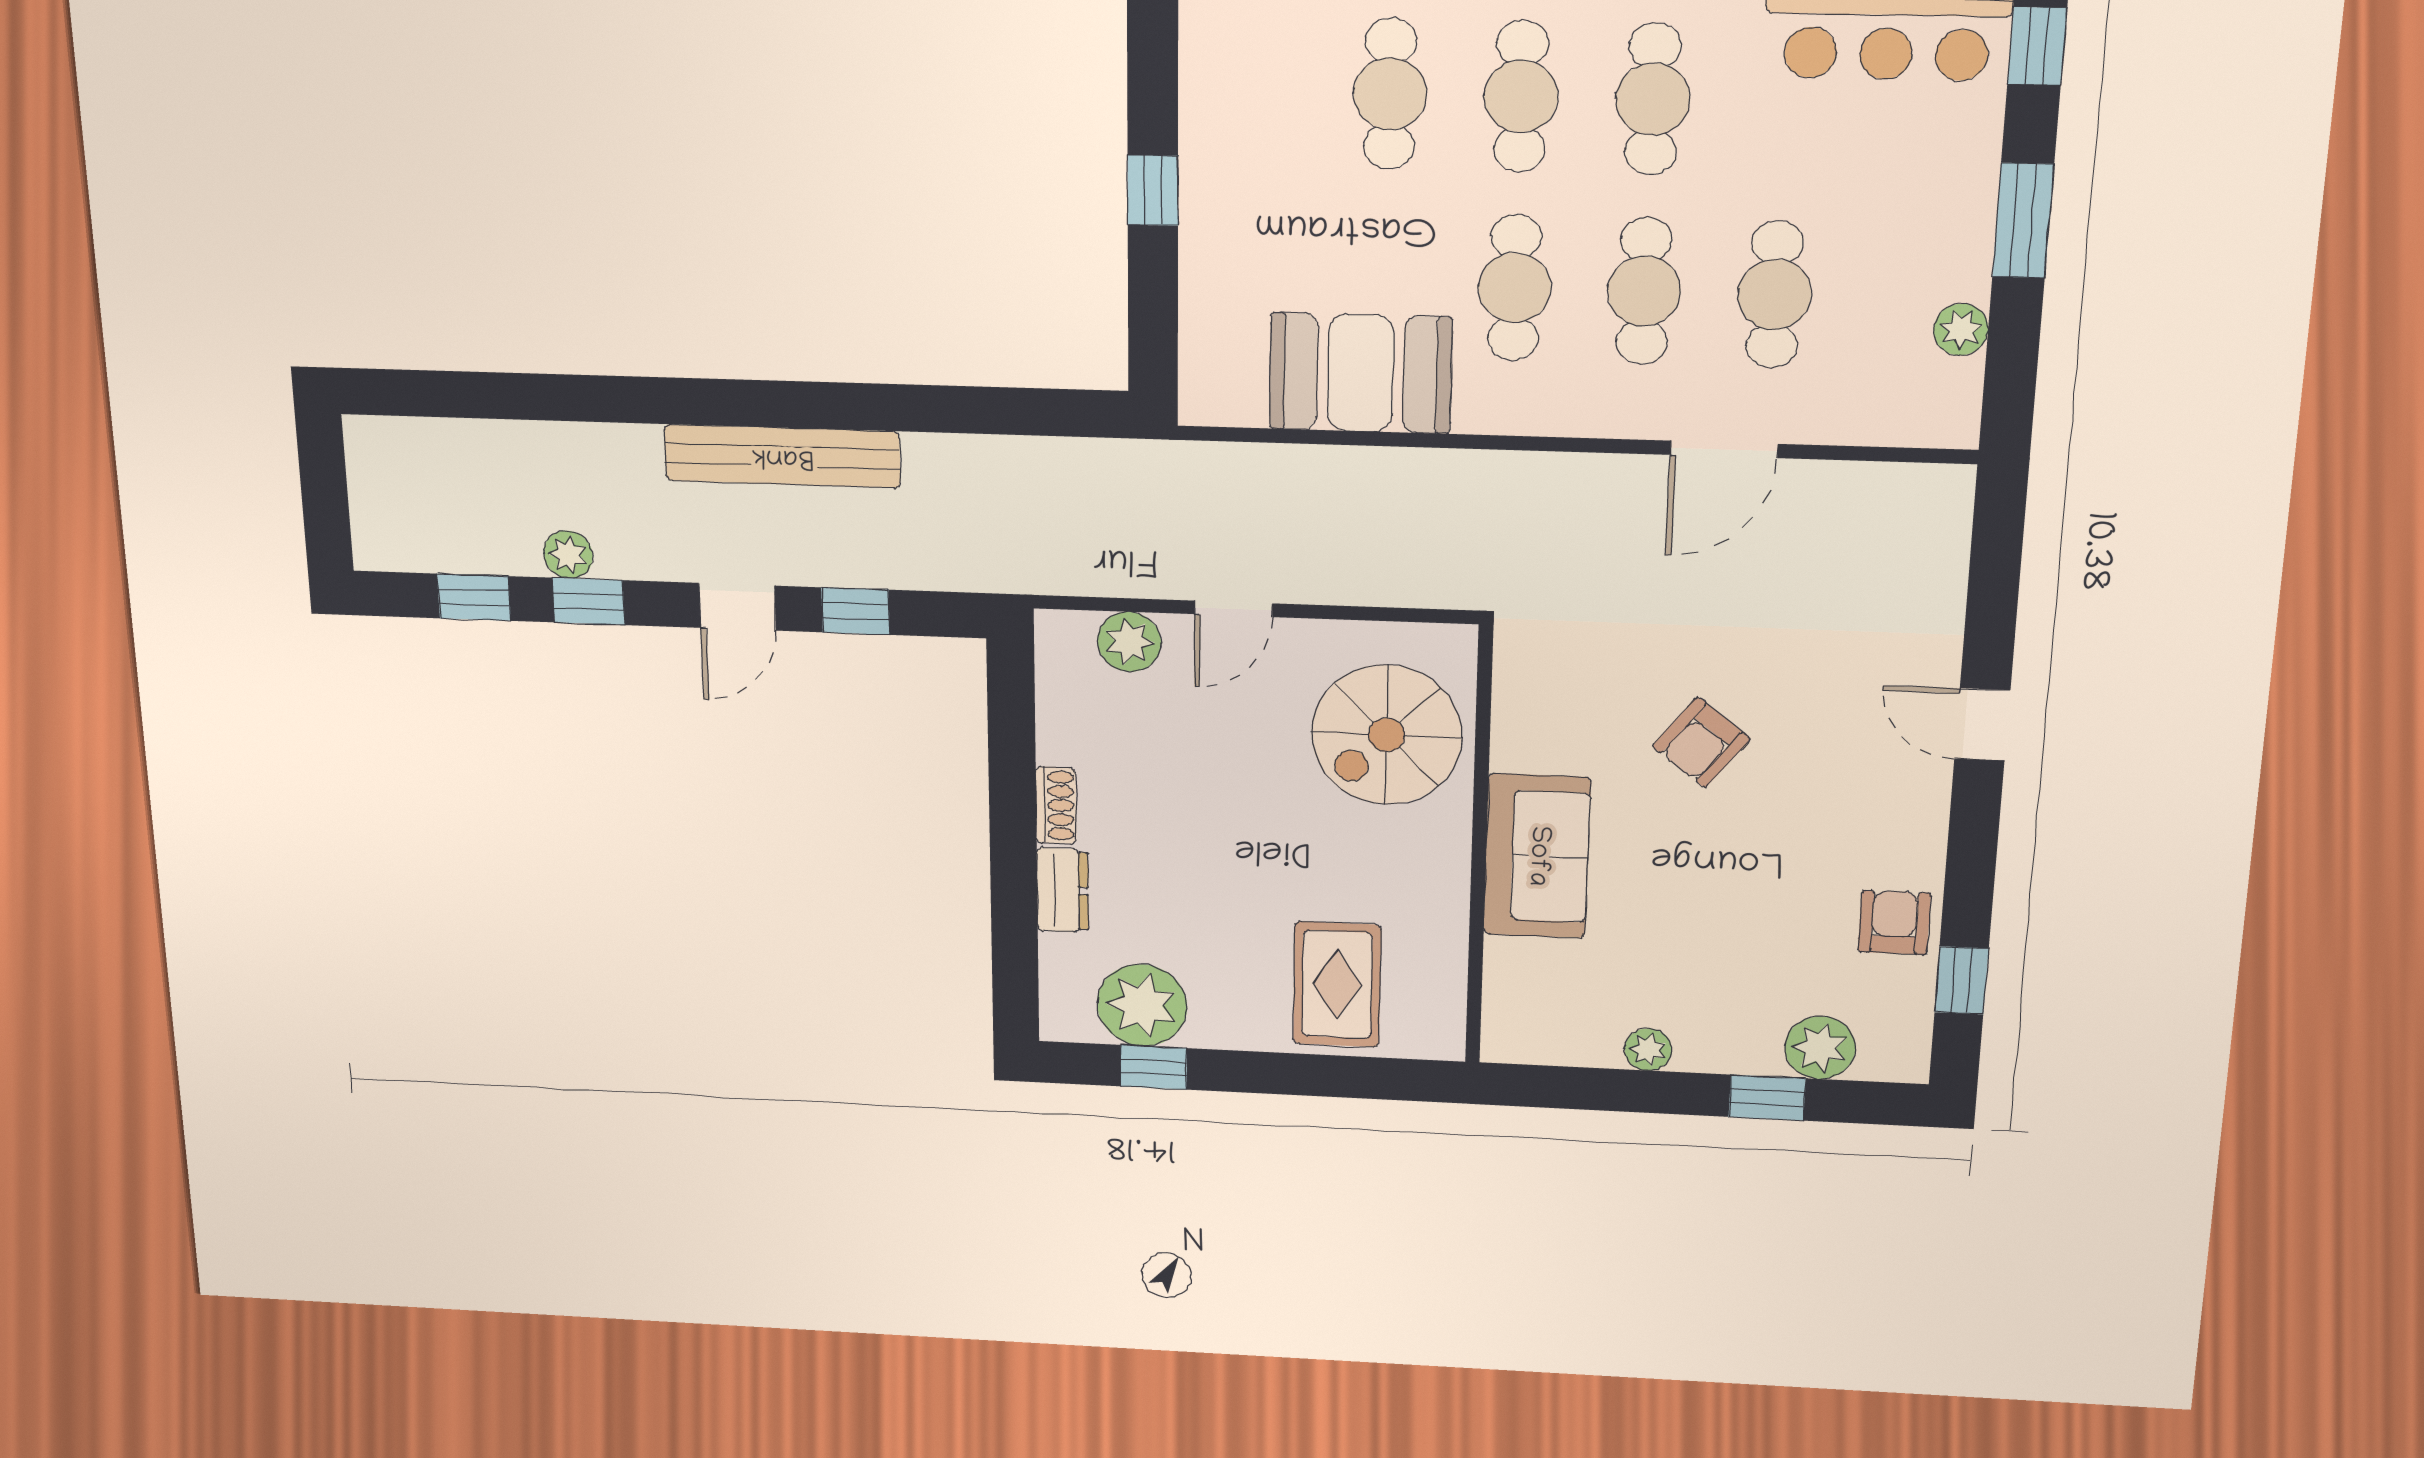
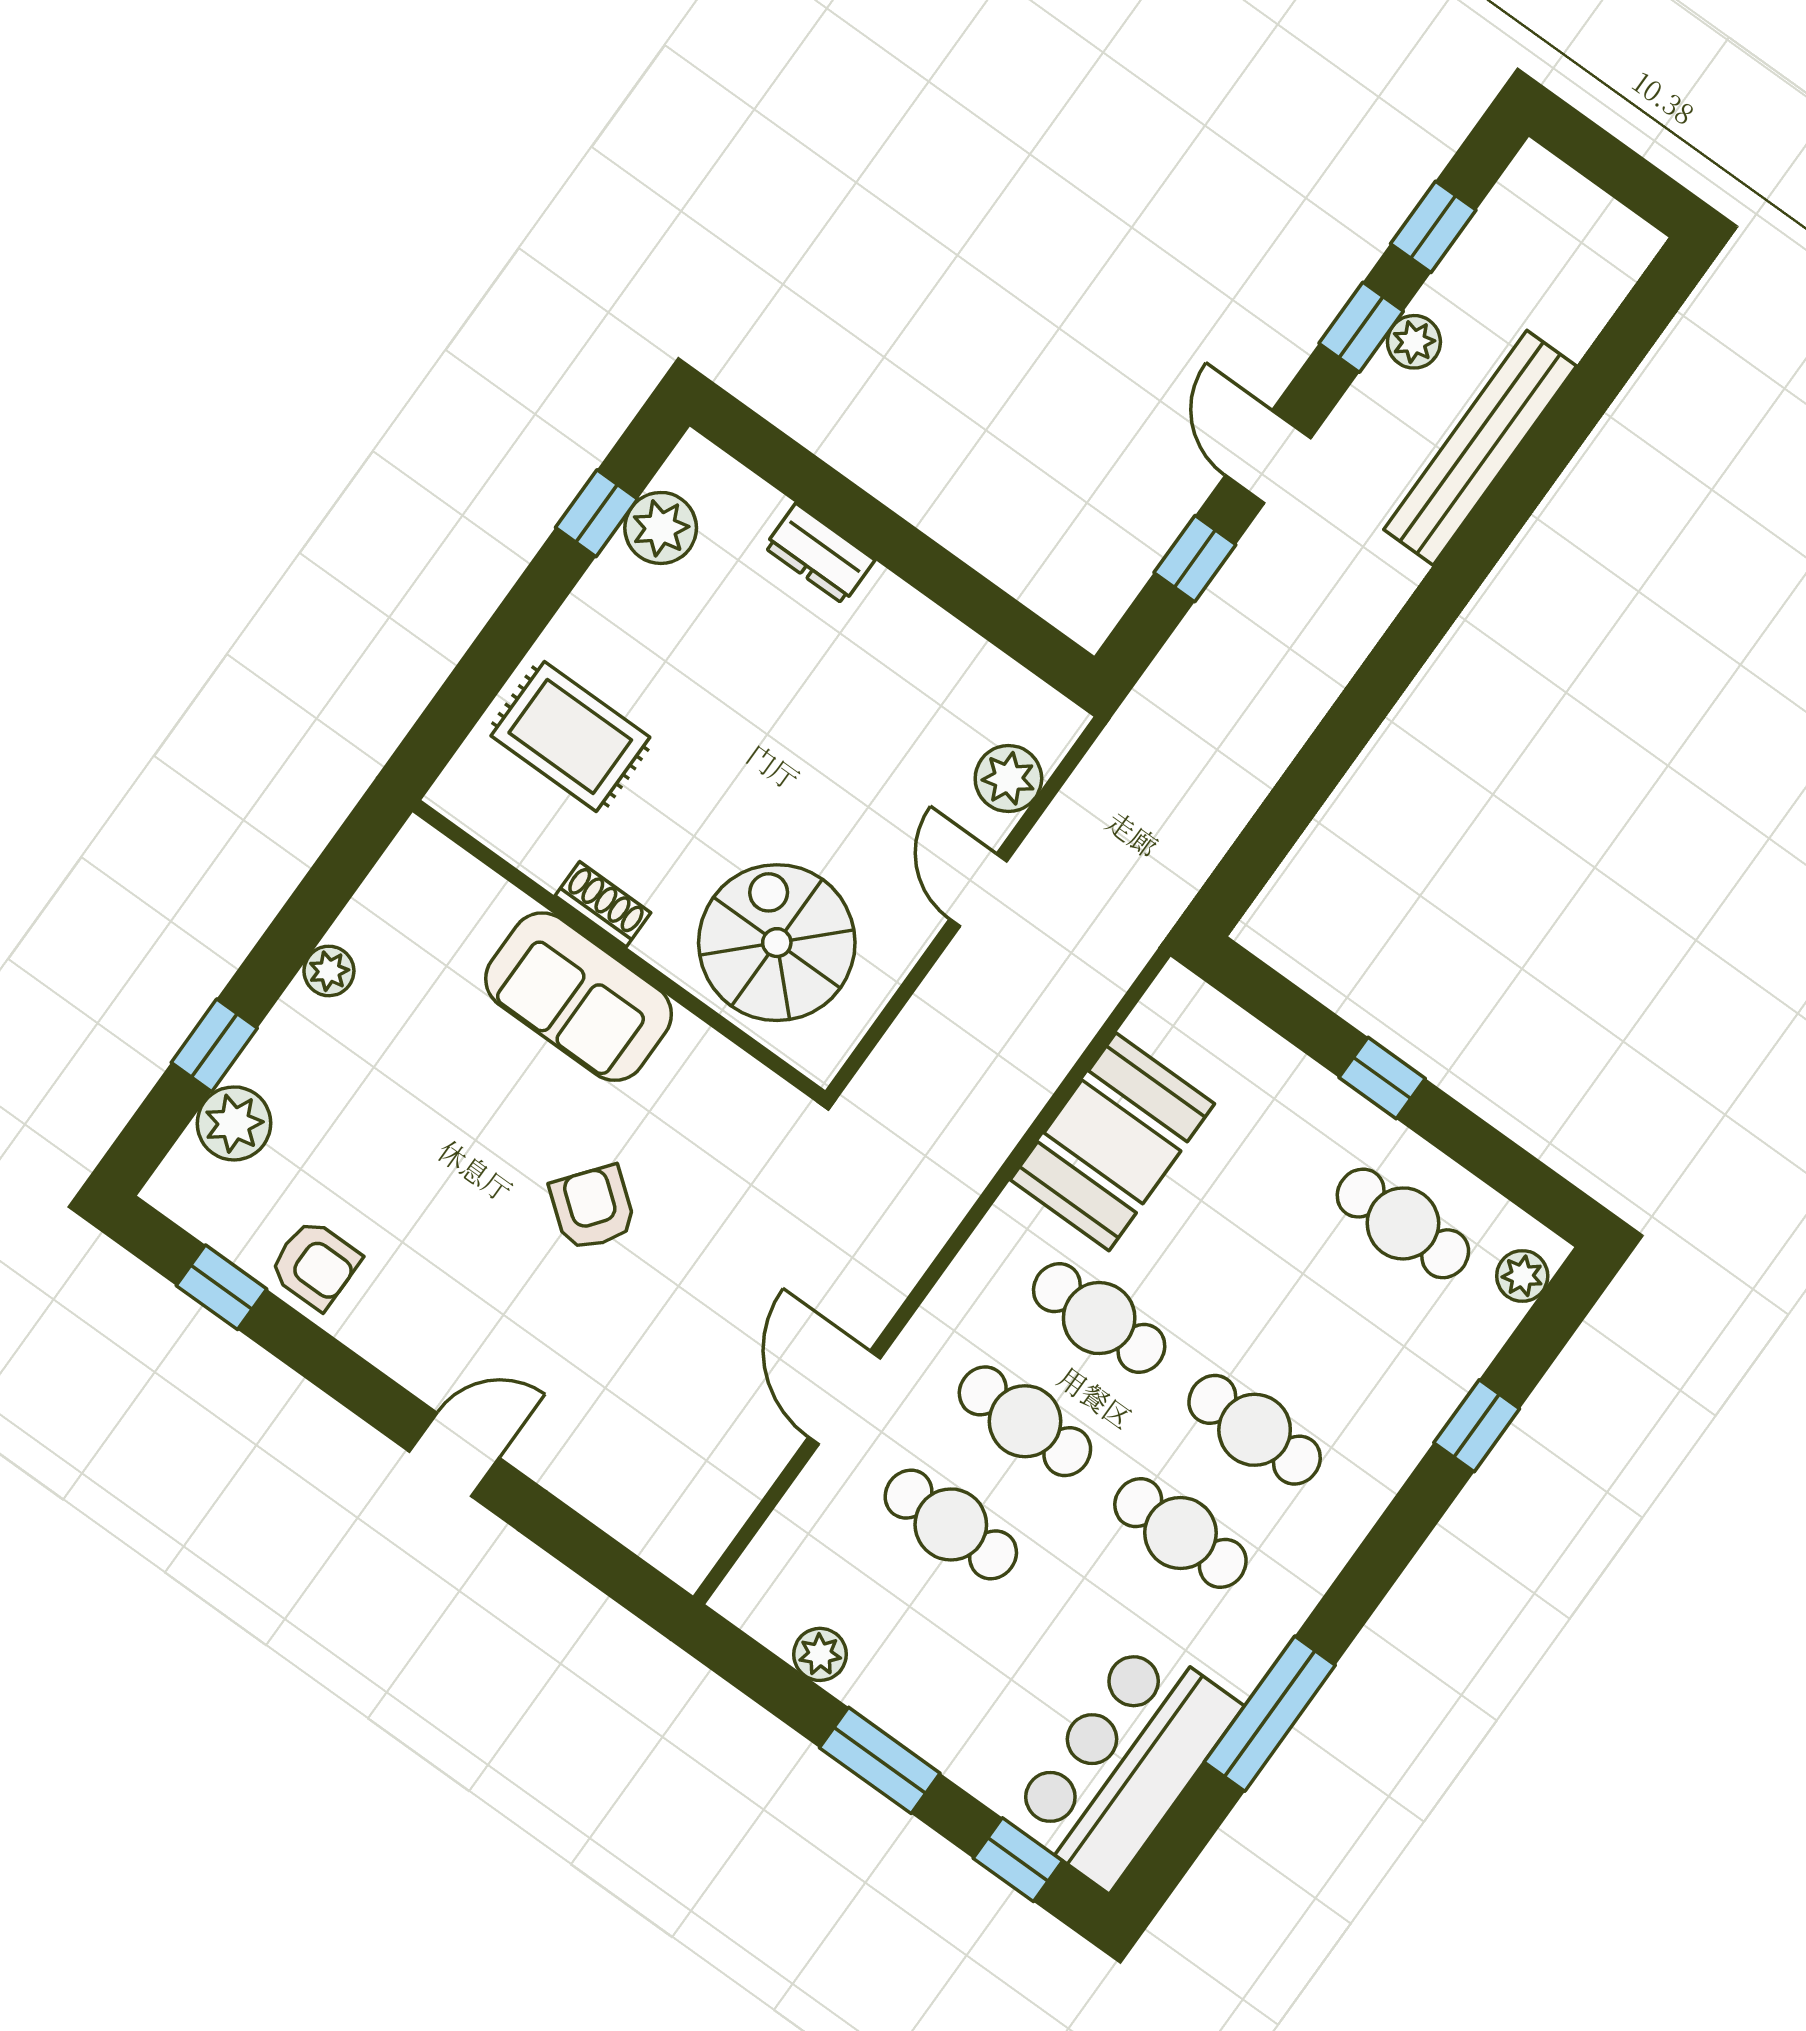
cafe table: (1390, 94) -> (1403, 1223), moved
bench: (782, 456) -> (1480, 448), moved
shoe rack: (1056, 805) -> (603, 904), moved, turned 180
plant: (1142, 1005) -> (661, 528), width x0.73, depth x0.73

